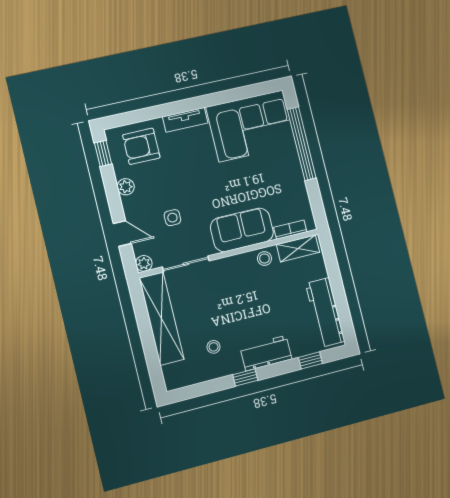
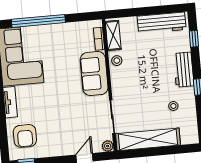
plant: (126, 187) -> (52, 151), removed
side table: (172, 218) -> (78, 121), removed

